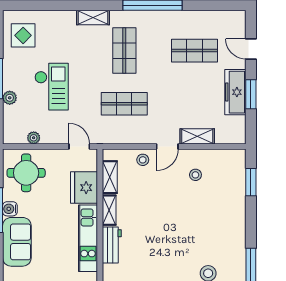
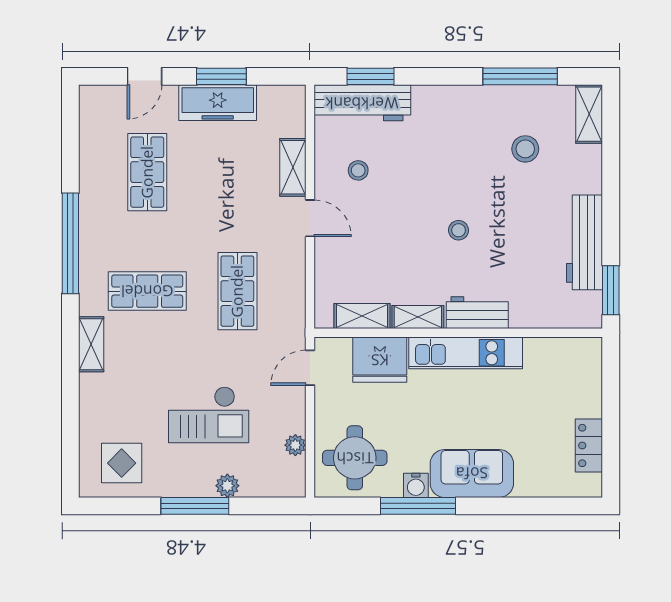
checkout: (52, 87) -> (209, 415), turned 180
stool: (143, 160) -> (459, 230), moved
workbench: (235, 177) -> (362, 103), added

